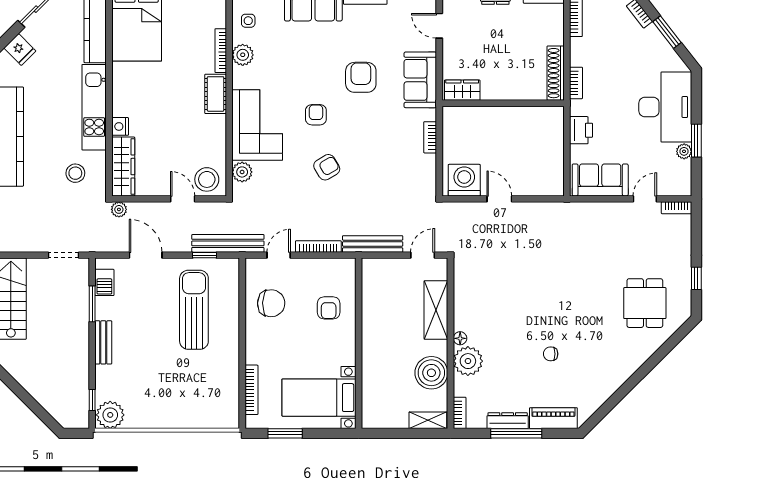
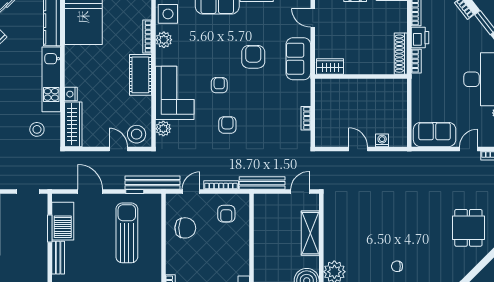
side table: (248, 21) -> (168, 14), width x1.87, depth x1.87
cot: (216, 94) -> (140, 75), width x1.37, depth x1.34
printer: (581, 130) -> (420, 38), moved
bookcase: (430, 137) -> (306, 118), moved
armchair: (327, 167) -> (227, 125), turned -59
washing machine: (464, 180) -> (382, 140), moved, width x0.53, depth x0.53
plant: (119, 209) -> (70, 157), removed
barbecue: (104, 282) -> (63, 221), width x1.88, depth x1.53
armchair: (329, 308) -> (226, 214), moved
floor lamp: (460, 338) -> (328, 254), removed

